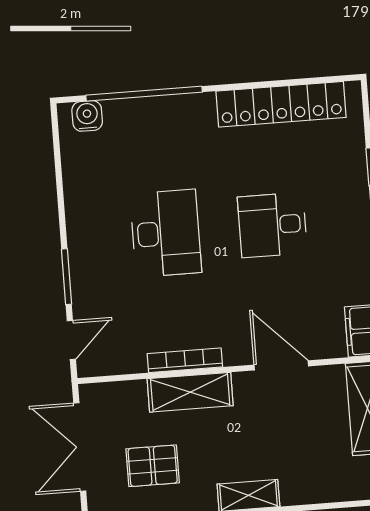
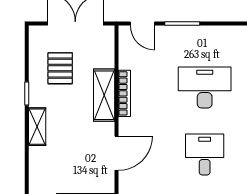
desk: (166, 233) -> (205, 88), turned 180

